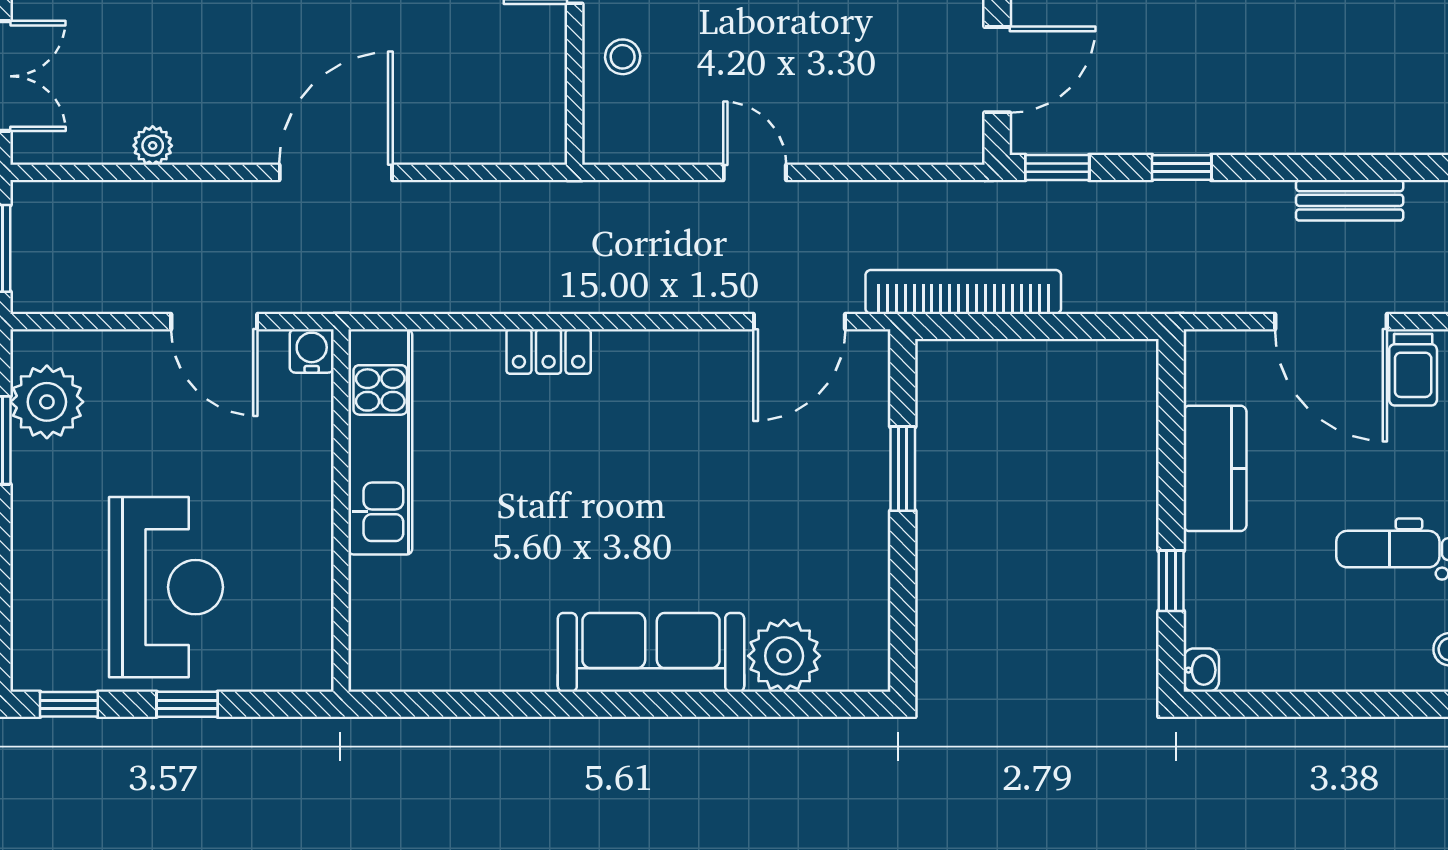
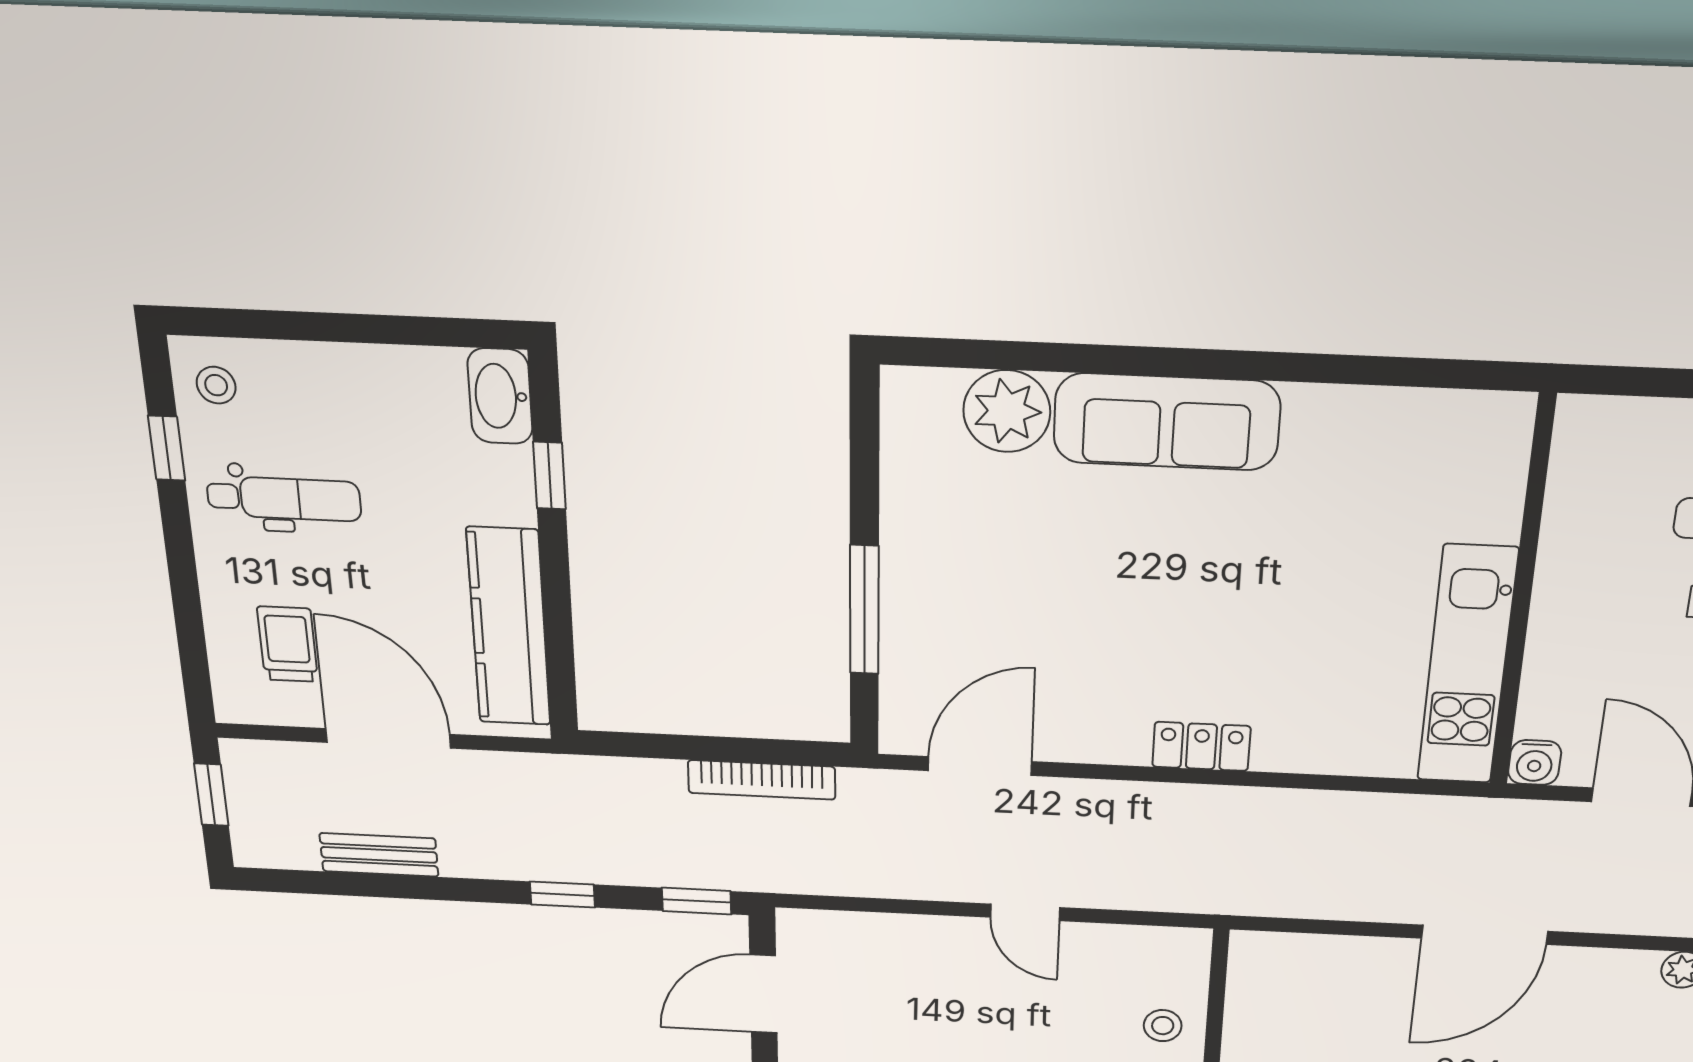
bookcase: (963, 292) -> (762, 780), width x0.68, depth x0.76
locker: (549, 351) -> (1201, 746), moved
trolley: (1413, 370) -> (288, 644), moved
kitchen counter: (1215, 468) -> (509, 627), width x1.50
window: (903, 469) -> (864, 610), width x1.44
washbasin: (1201, 670) -> (500, 396), width x1.91, depth x1.45

